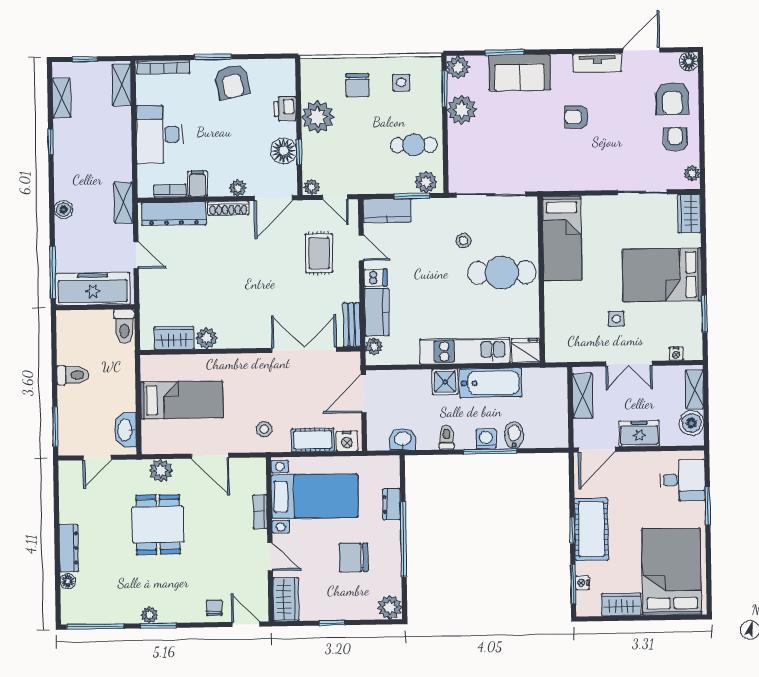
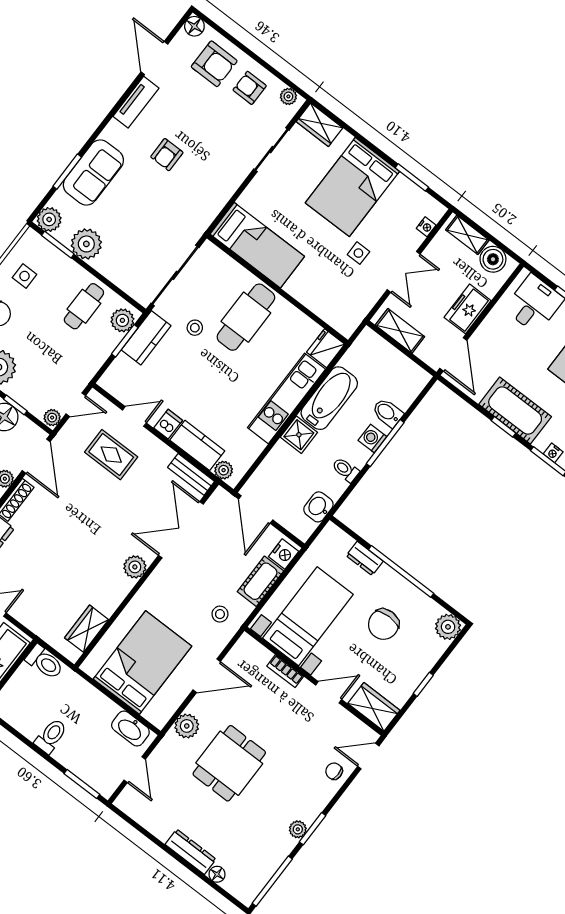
kitchen counter: (387, 211) -> (146, 338), moved
plant: (206, 338) -> (135, 567), moved
bed: (182, 400) -> (142, 663), width x1.50
dining table: (158, 525) -> (229, 763), turned 90

